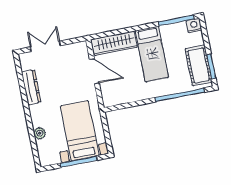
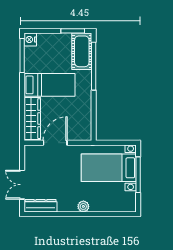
cot: (199, 65) -> (82, 51), moved, turned 90
dresser: (31, 87) -> (41, 206), moved
plant: (40, 133) -> (83, 206), moved

